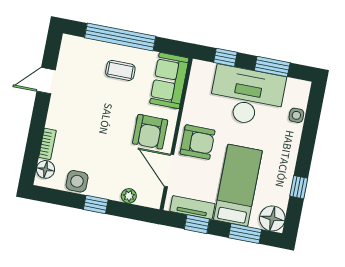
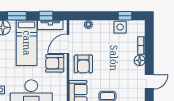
armchair: (150, 132) -> (83, 64), turned 180
floor lamp: (46, 169) -> (140, 60), moved
door: (169, 170) -> (68, 44), swing flipped
window: (96, 205) -> (125, 16), moved

